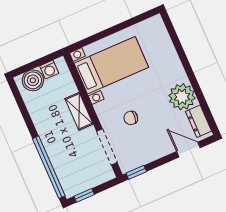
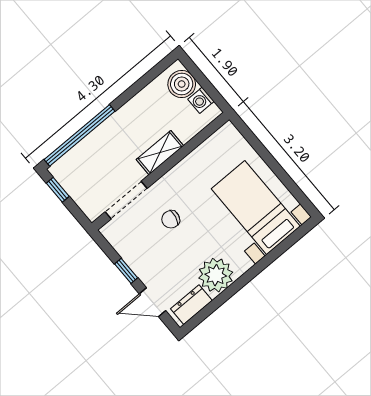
bed with nightstands: (111, 65) -> (256, 208), moved, turned 180
chair: (131, 118) -> (171, 219), turned -84
door: (188, 150) -> (153, 302), swing flipped
window: (136, 172) -> (126, 271), moved

